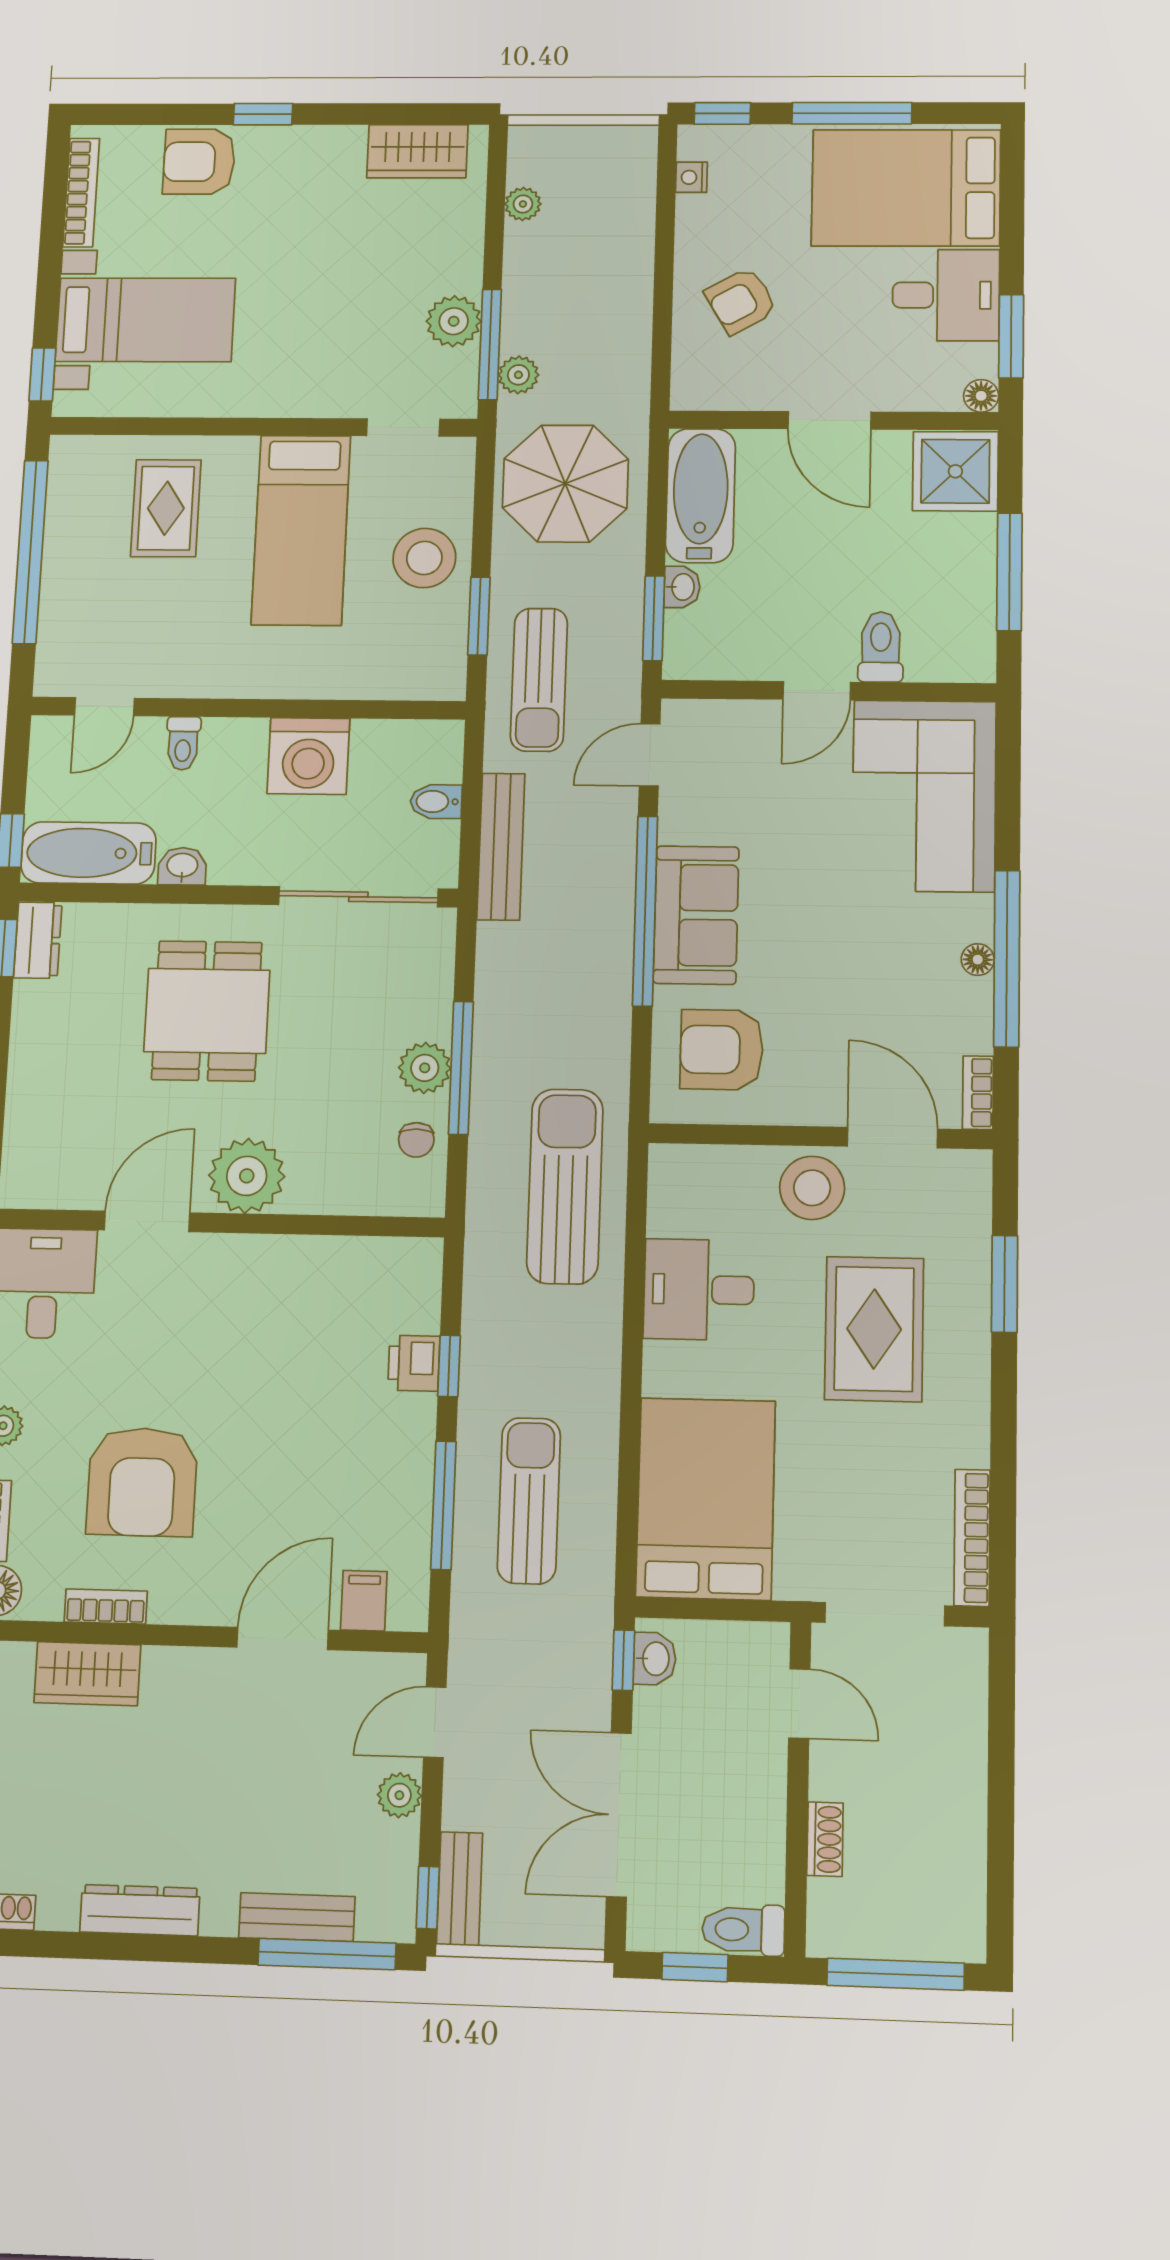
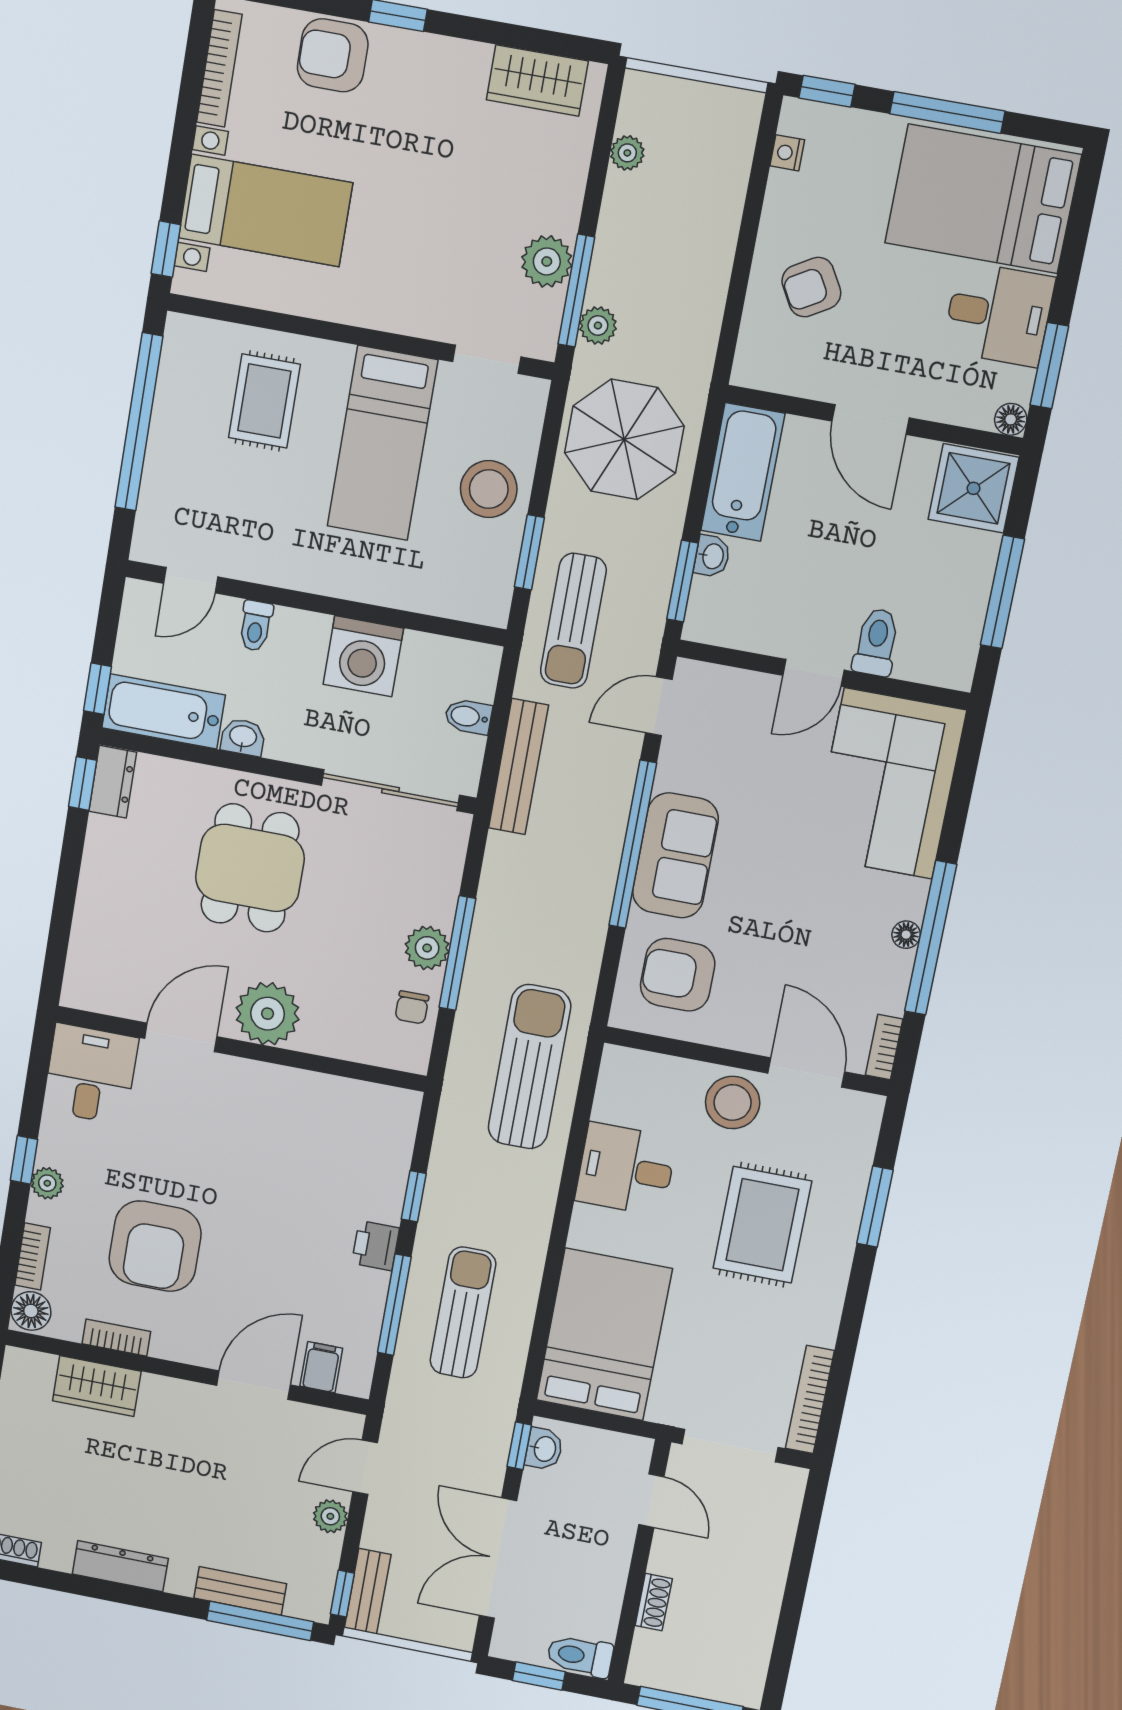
printer: (414, 1363) -> (376, 1246), moved

